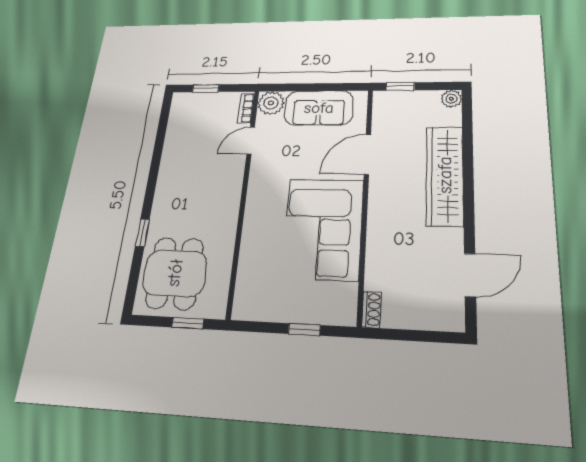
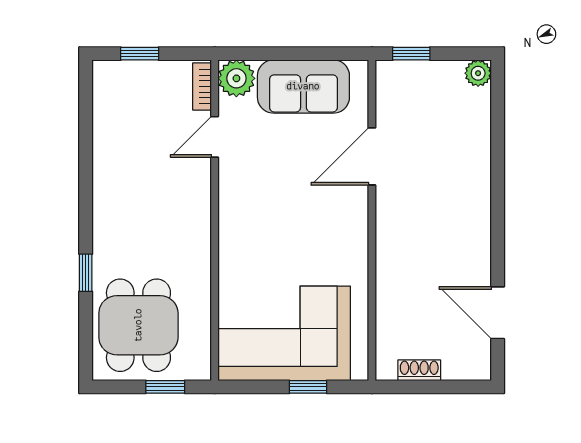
wardrobe: (445, 175) -> (469, 185), removed
corner sofa: (323, 228) -> (284, 333), moved, turned 90
door: (470, 275) -> (498, 313), swing flipped
shoe rack: (372, 309) -> (419, 370), moved, turned -90

